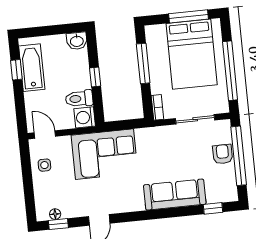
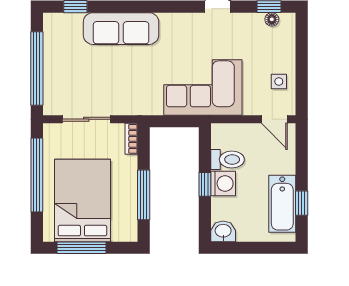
washing machine: (85, 117) -> (223, 184), moved
armchair: (223, 154) -> (57, 73), removed

